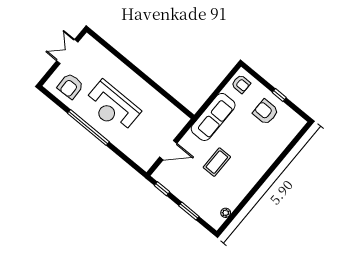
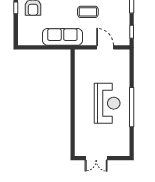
armchair: (241, 84) -> (28, 37), removed
armchair: (70, 86) -> (116, 139), removed

